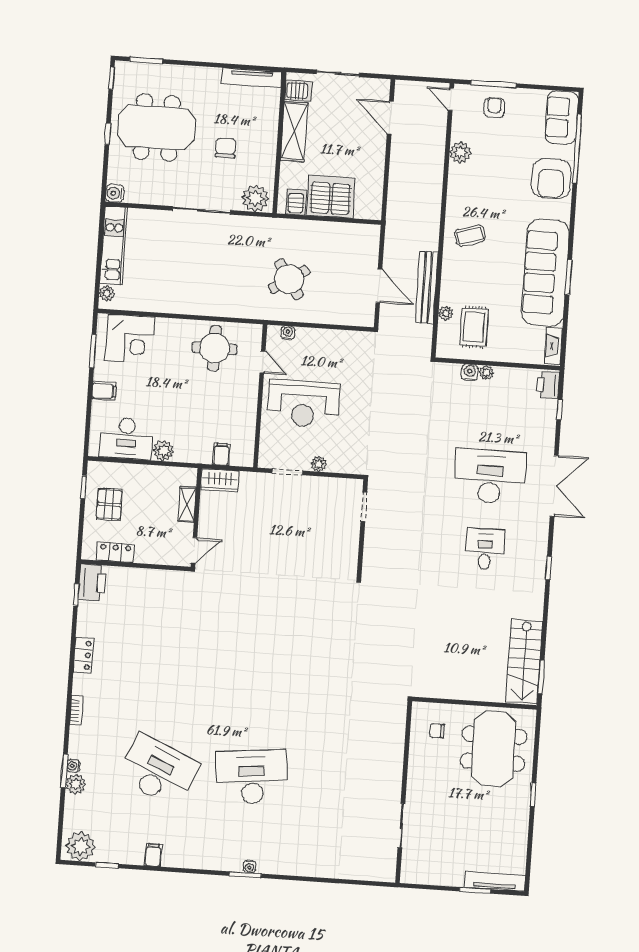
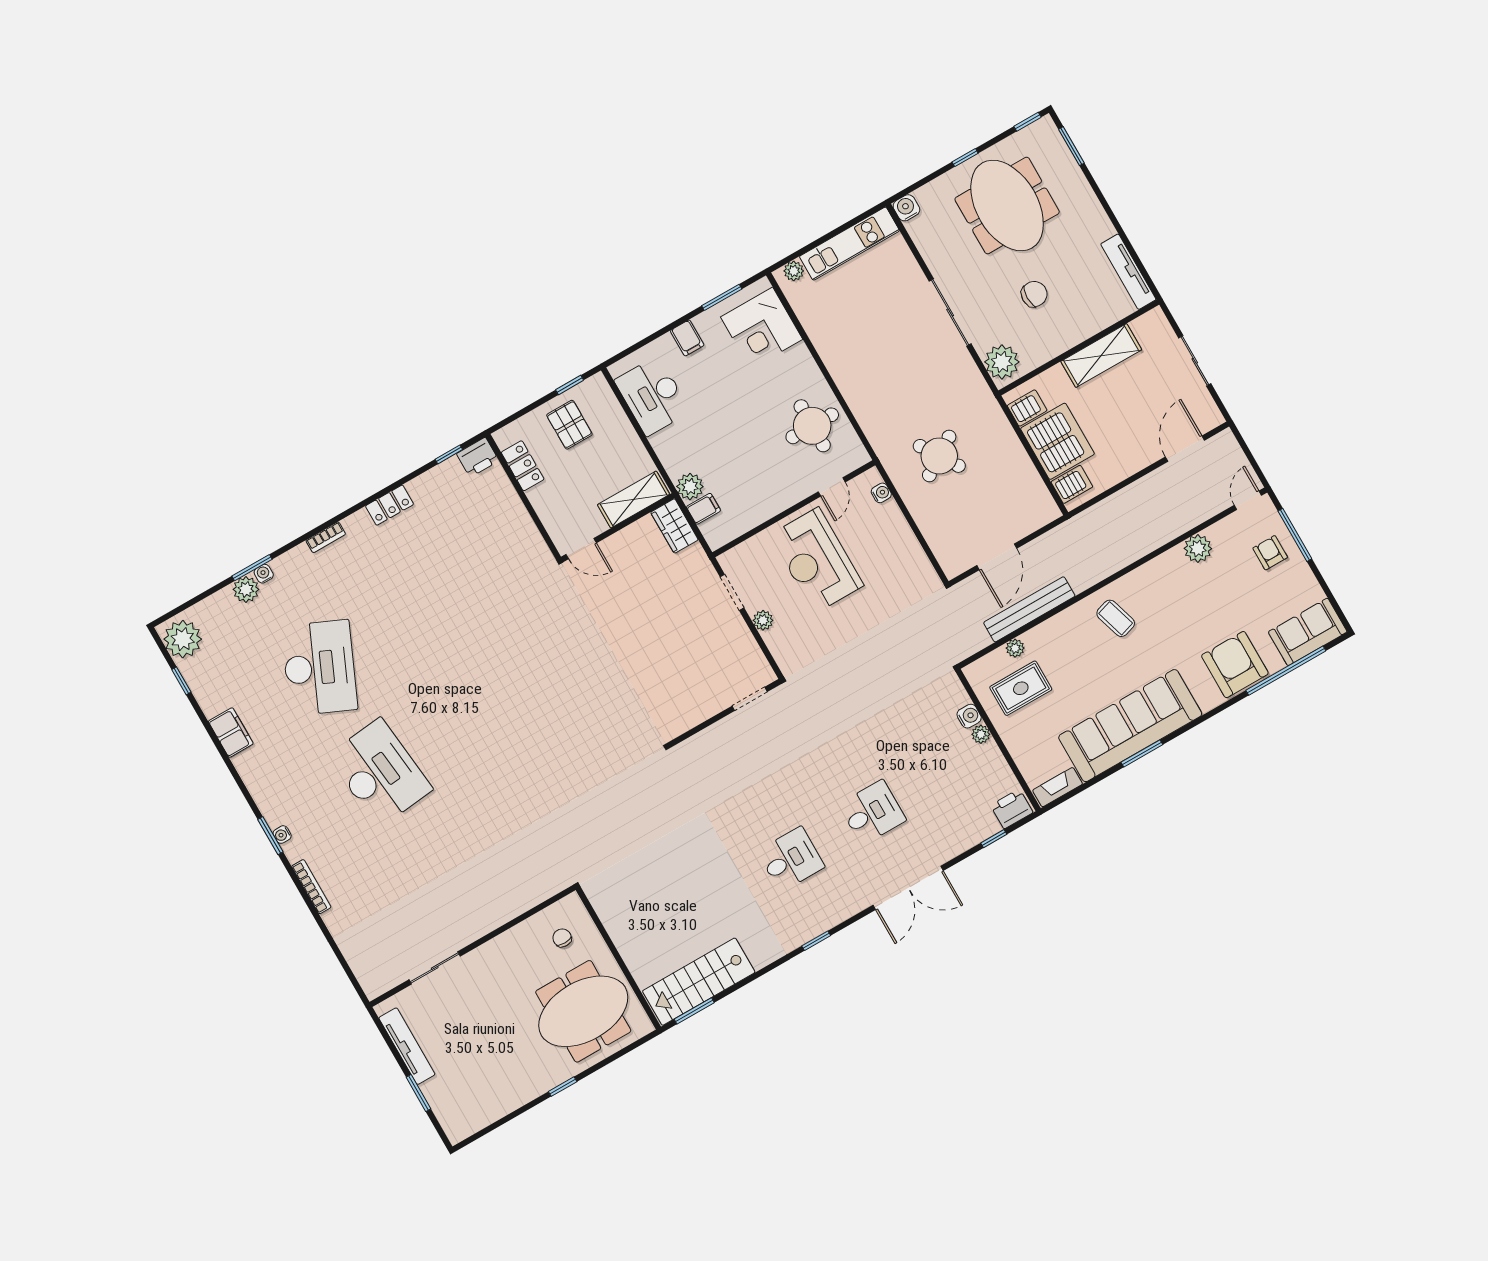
server rack: (298, 91) -> (1072, 484), moved, turned -90
armchair: (494, 108) -> (1270, 553), turned -90
armchair: (551, 179) -> (1235, 665), turned 90
plant: (163, 451) -> (690, 487), moved
desk: (490, 476) -> (872, 812), width x0.53, depth x0.77
pallet: (109, 504) -> (569, 425), turned 90
shelving: (187, 504) -> (634, 500), width x1.50, depth x1.33
printer: (92, 583) -> (478, 457), width x0.73, depth x0.84
filing cabinet: (153, 855) -> (231, 733), width x2.00
bookcase: (296, 870) -> (311, 887), added
tv unit: (495, 881) -> (407, 1046), moved

